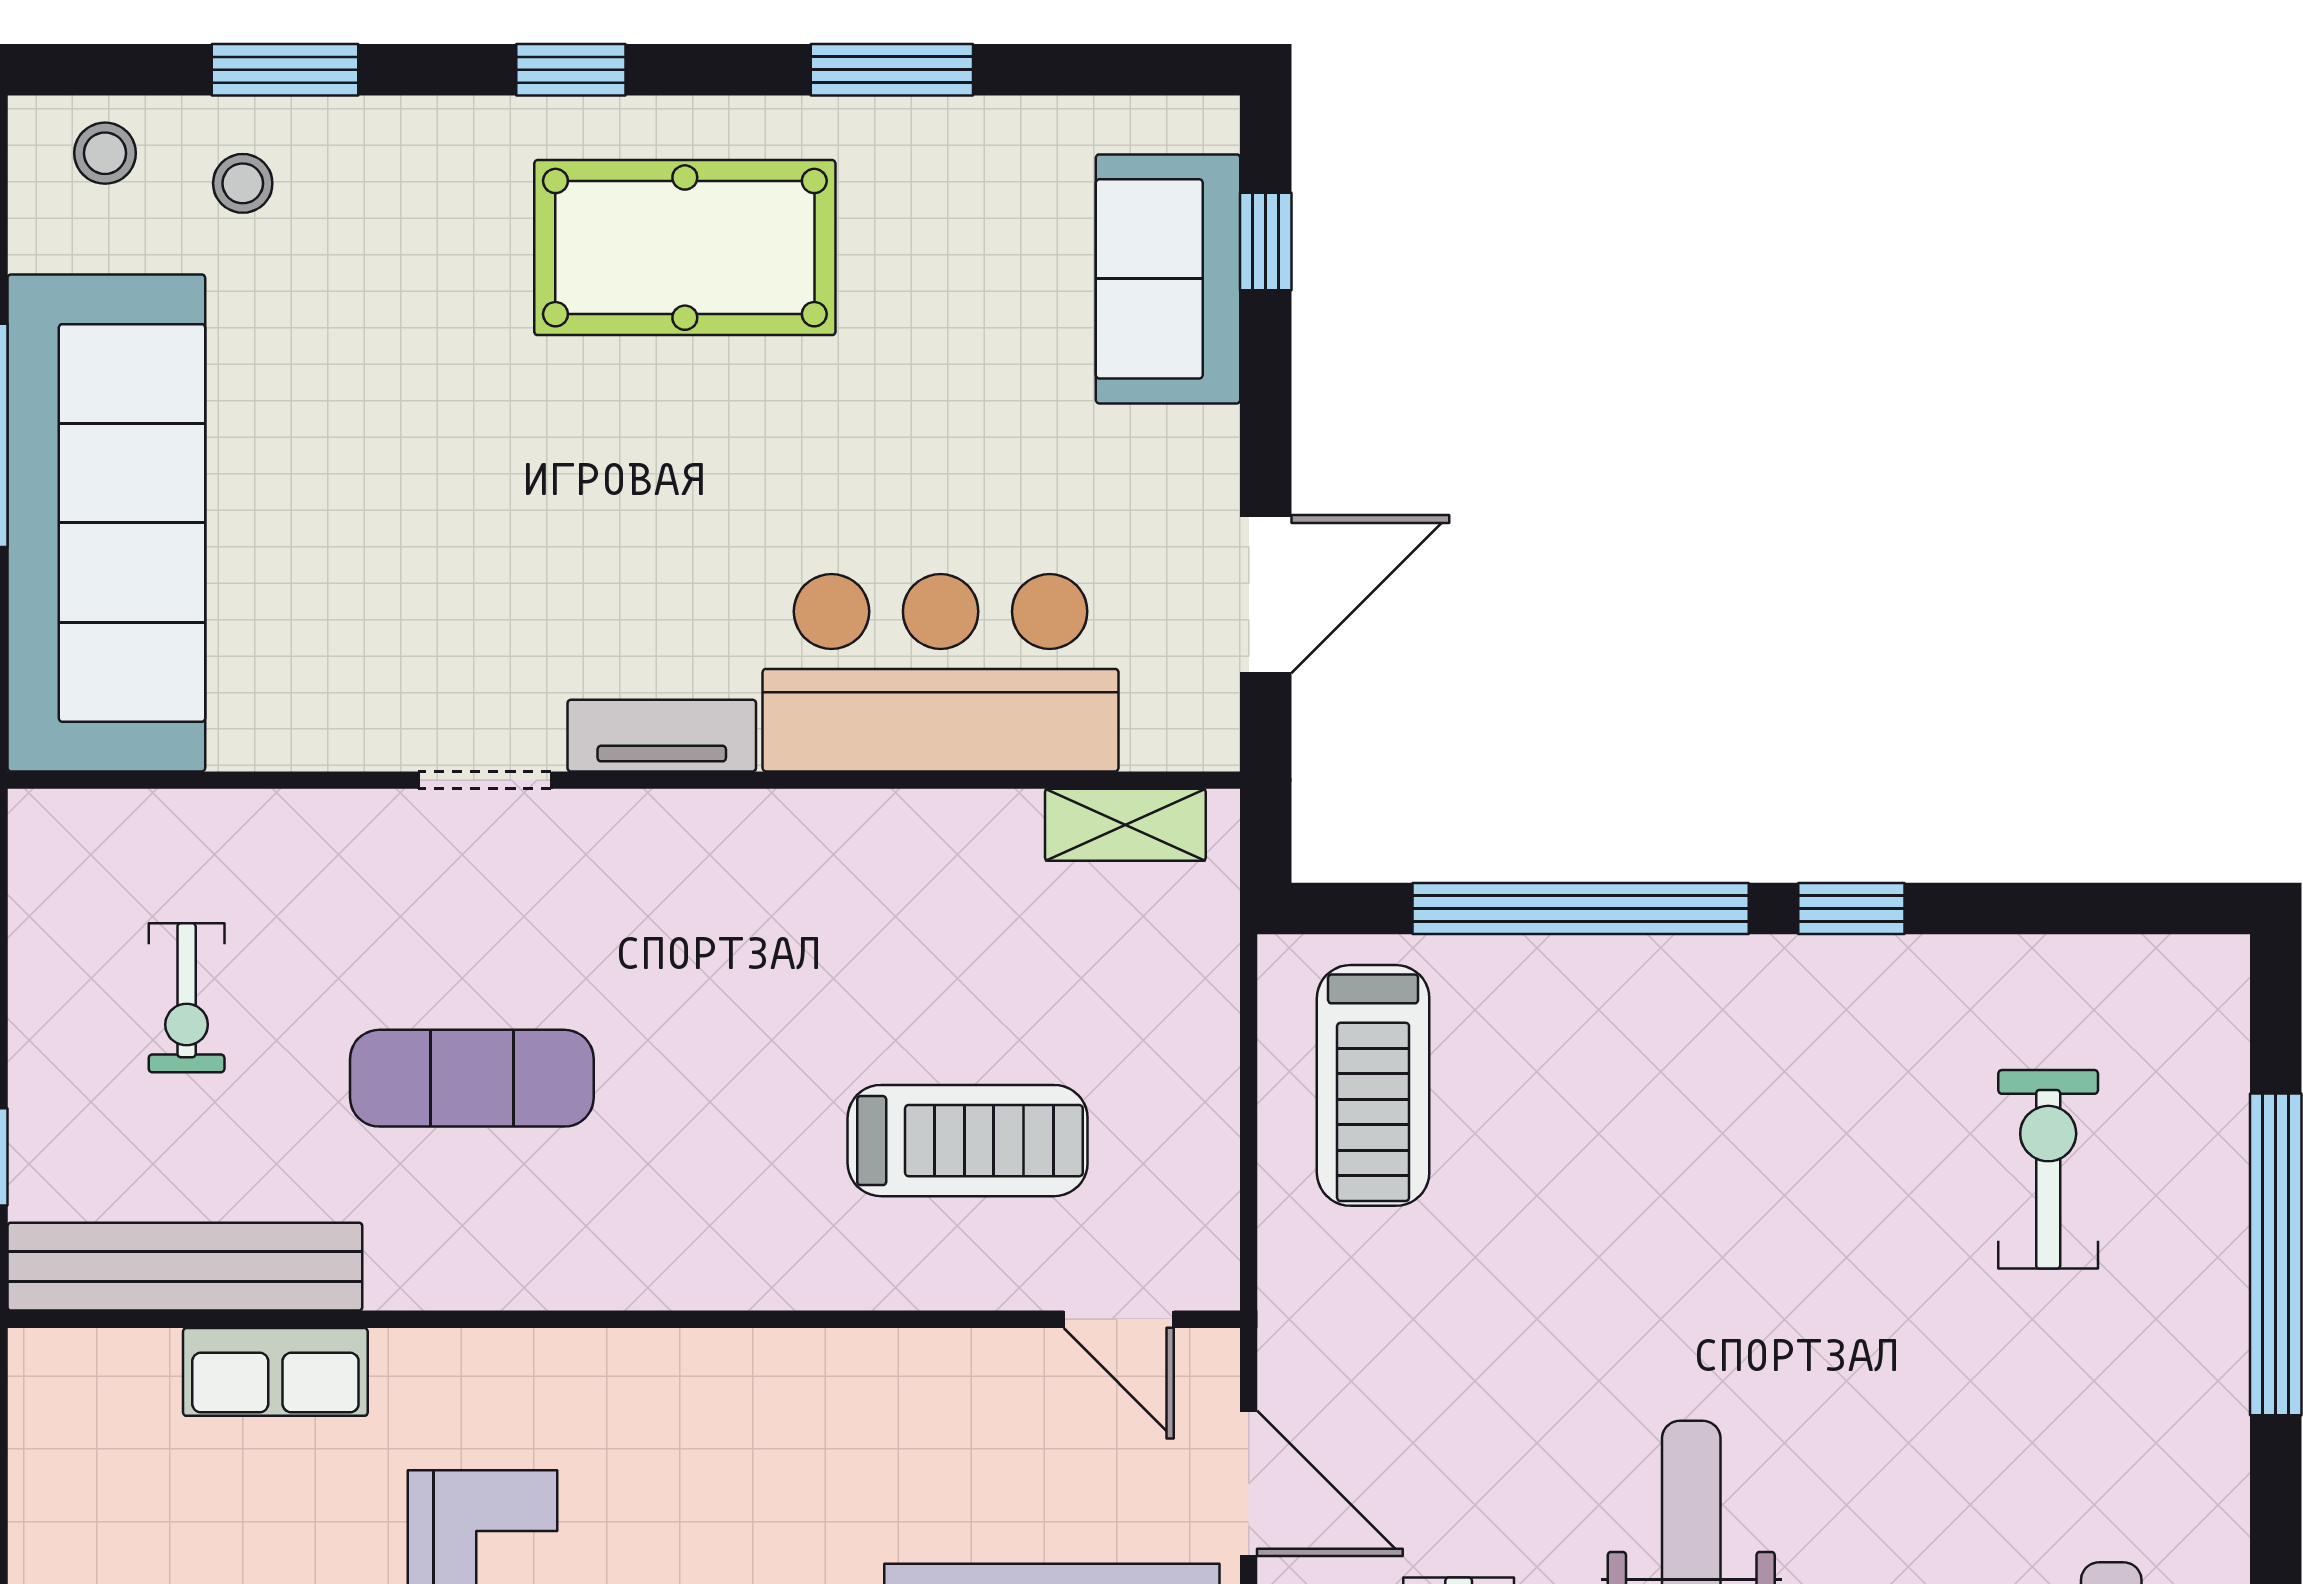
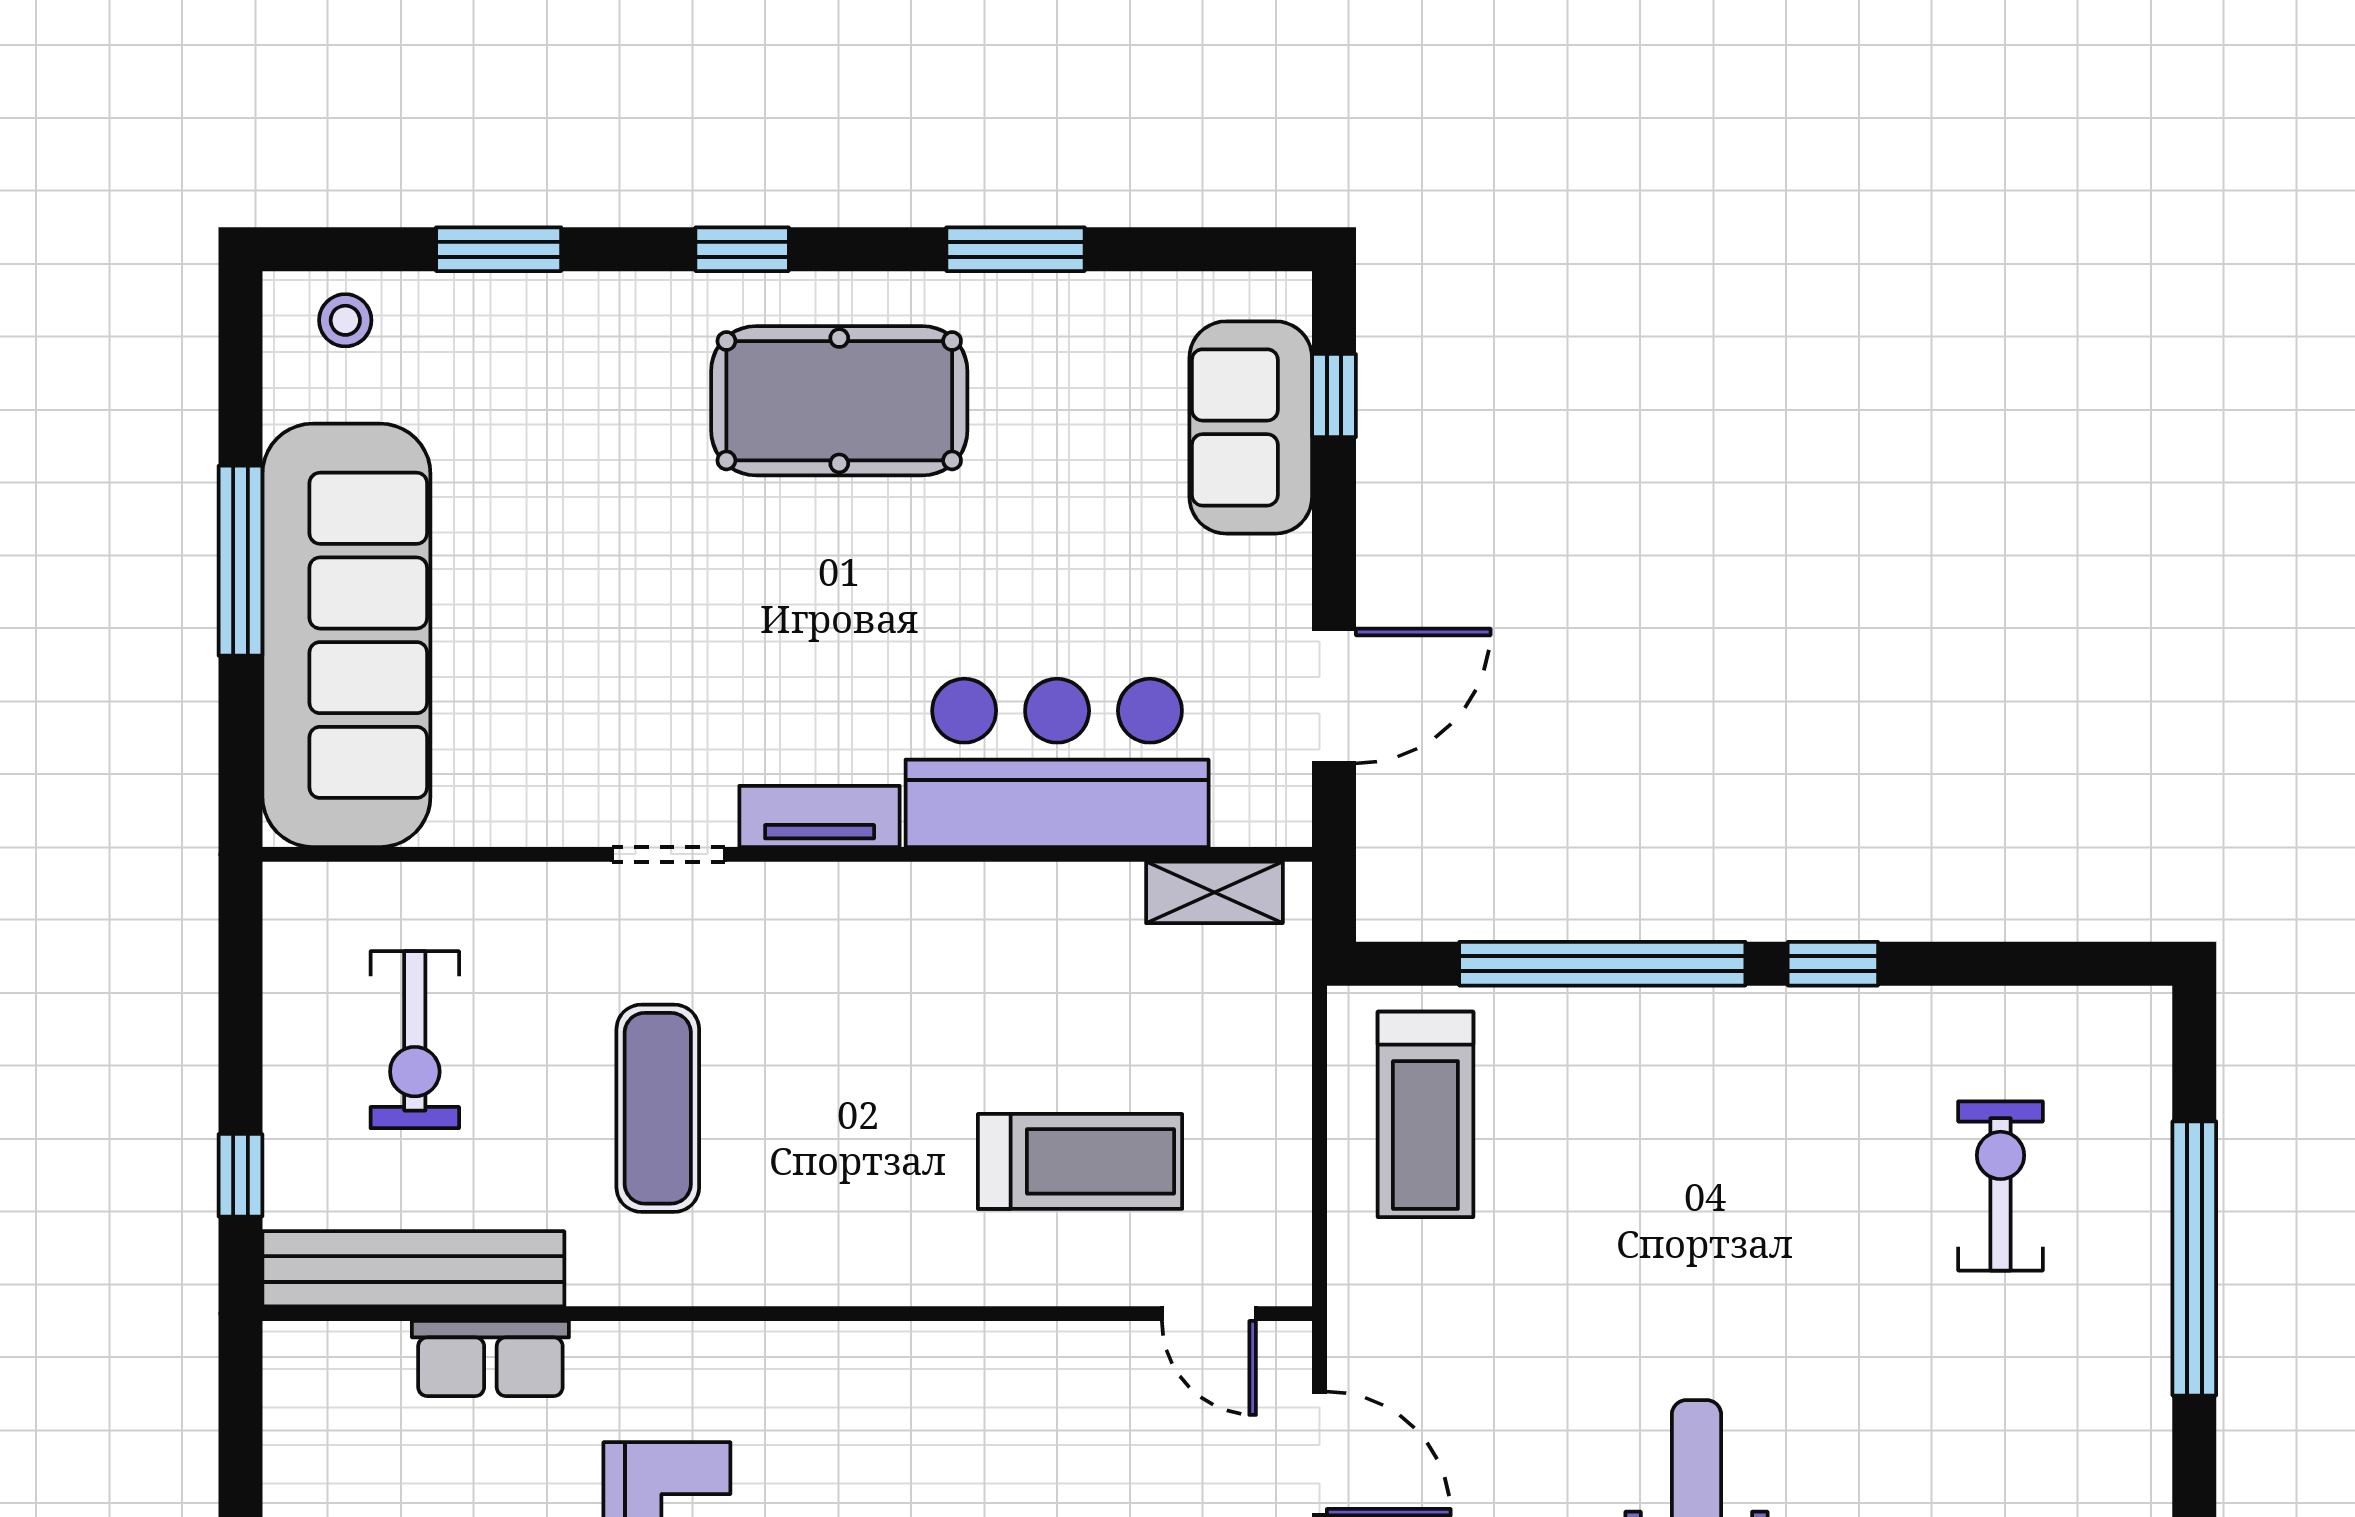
stool: (243, 183) -> (463, 346), removed
exercise bike: (187, 998) -> (415, 1040), width x1.38, depth x1.39
exercise mat: (472, 1078) -> (658, 1108), turned 90

